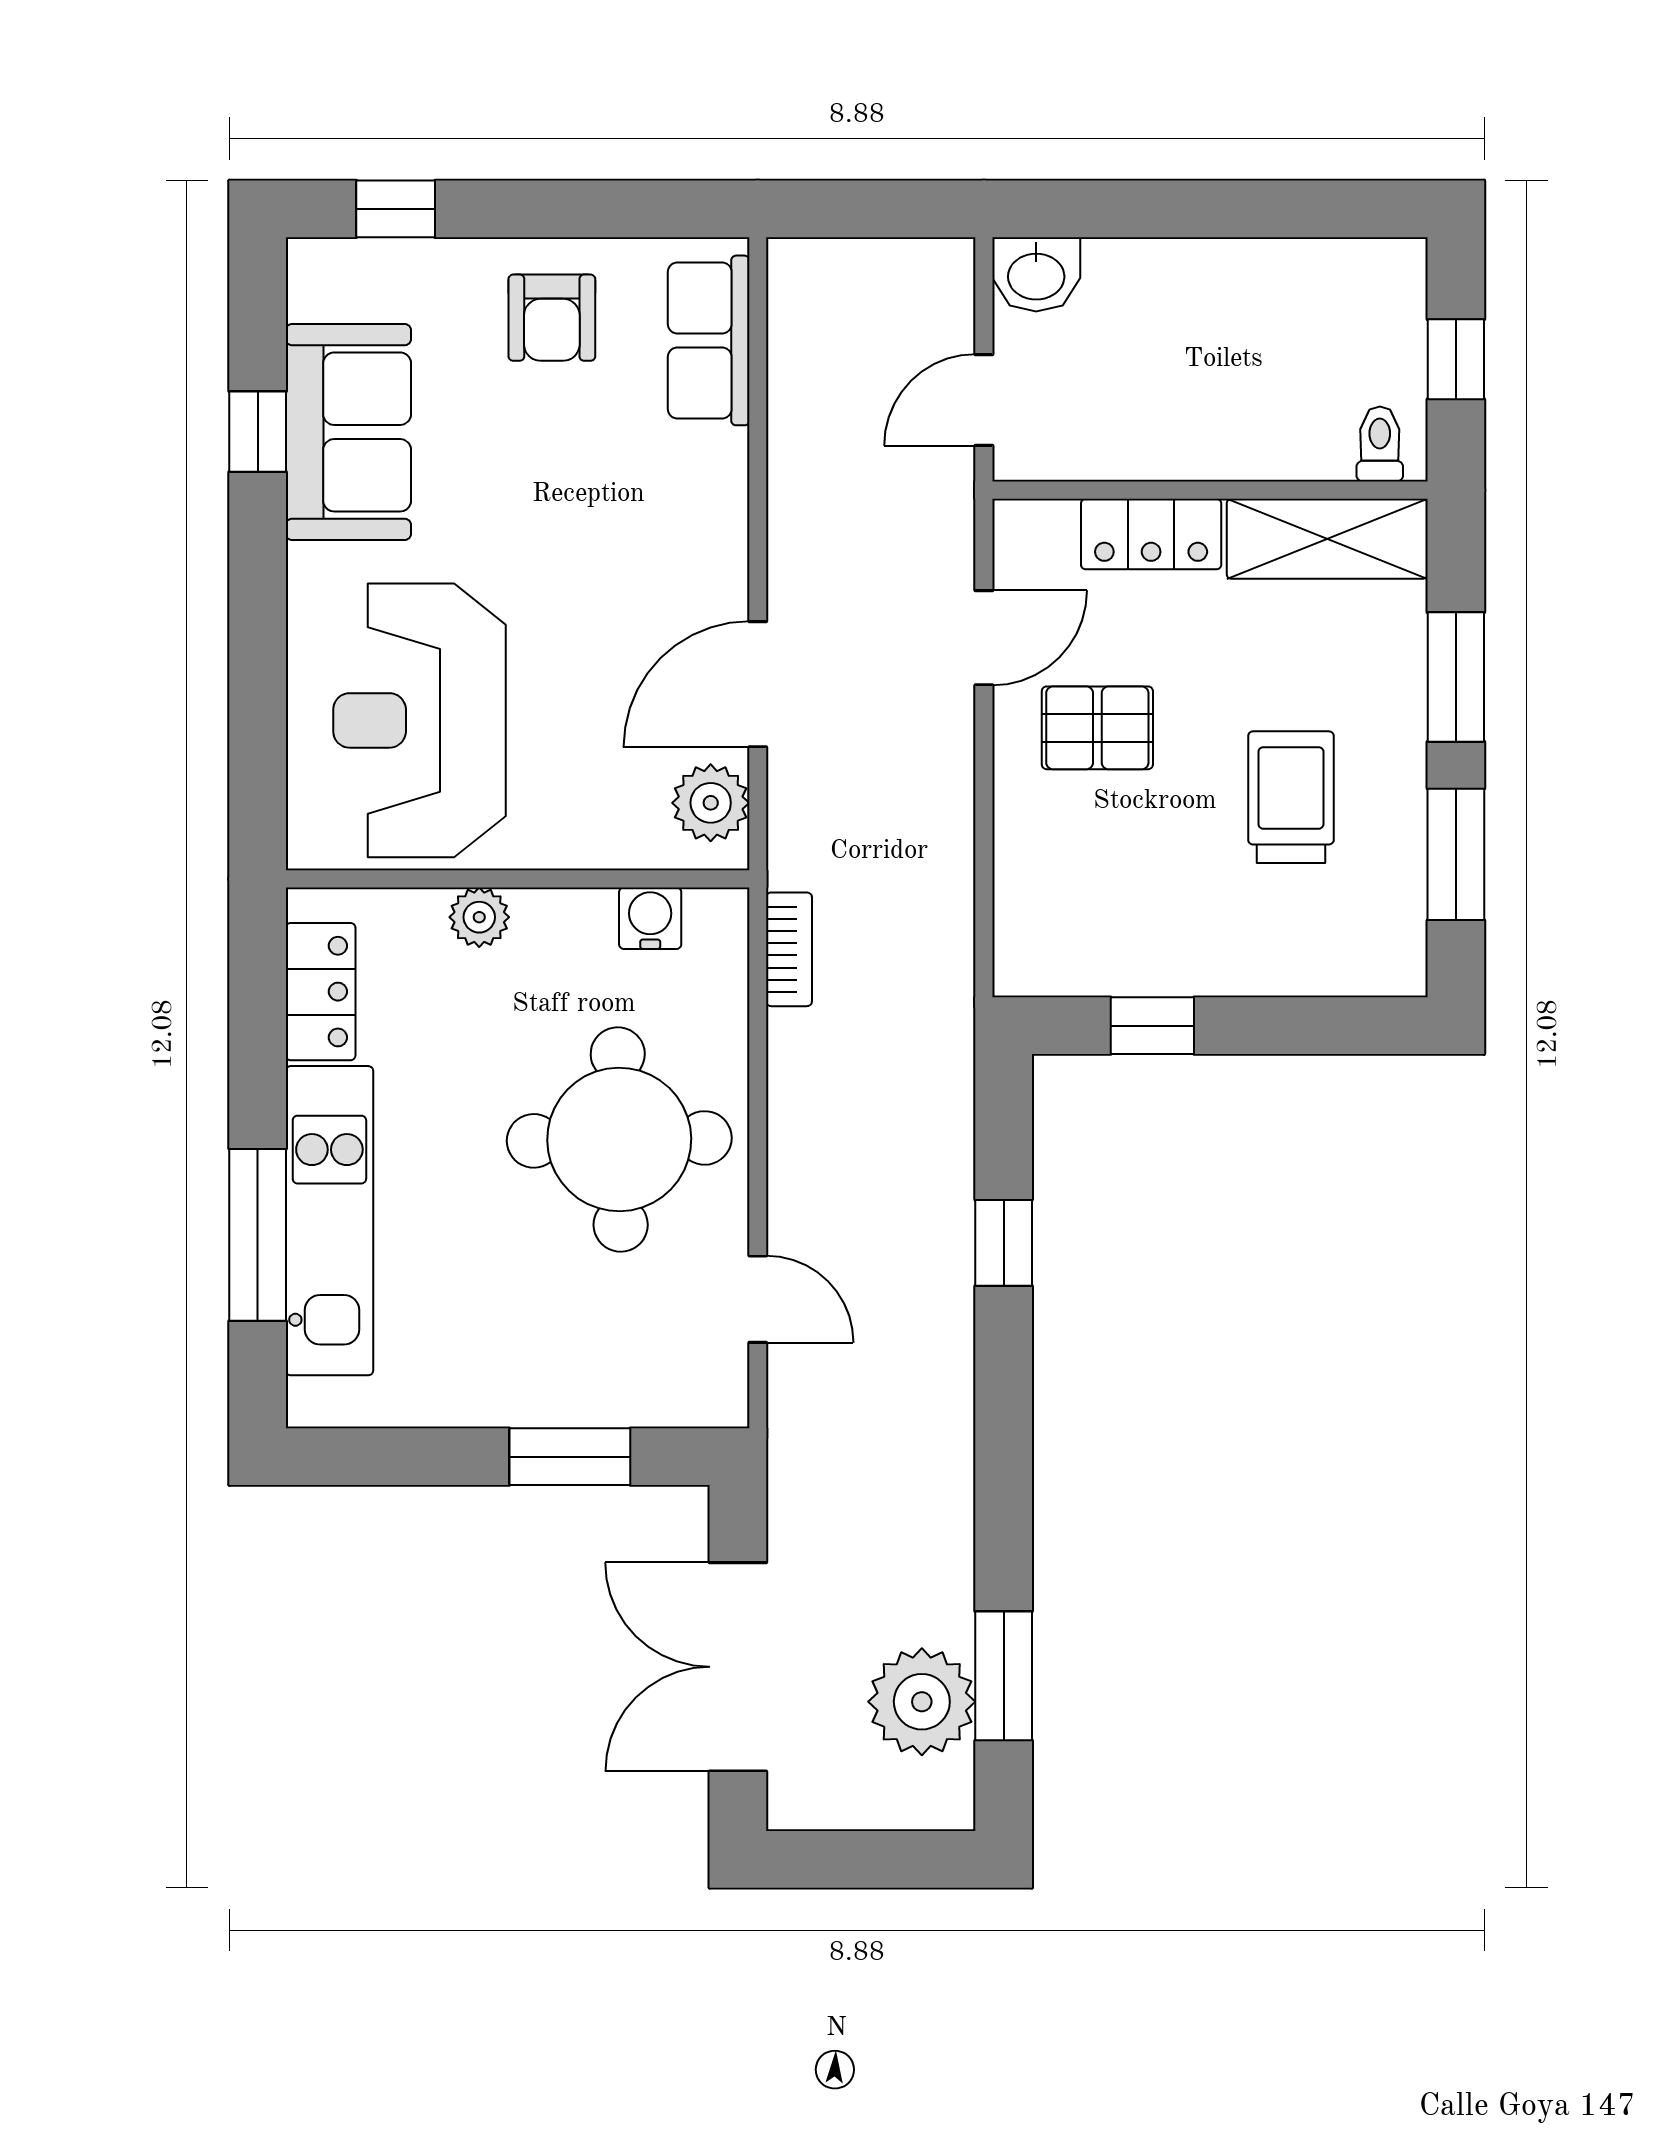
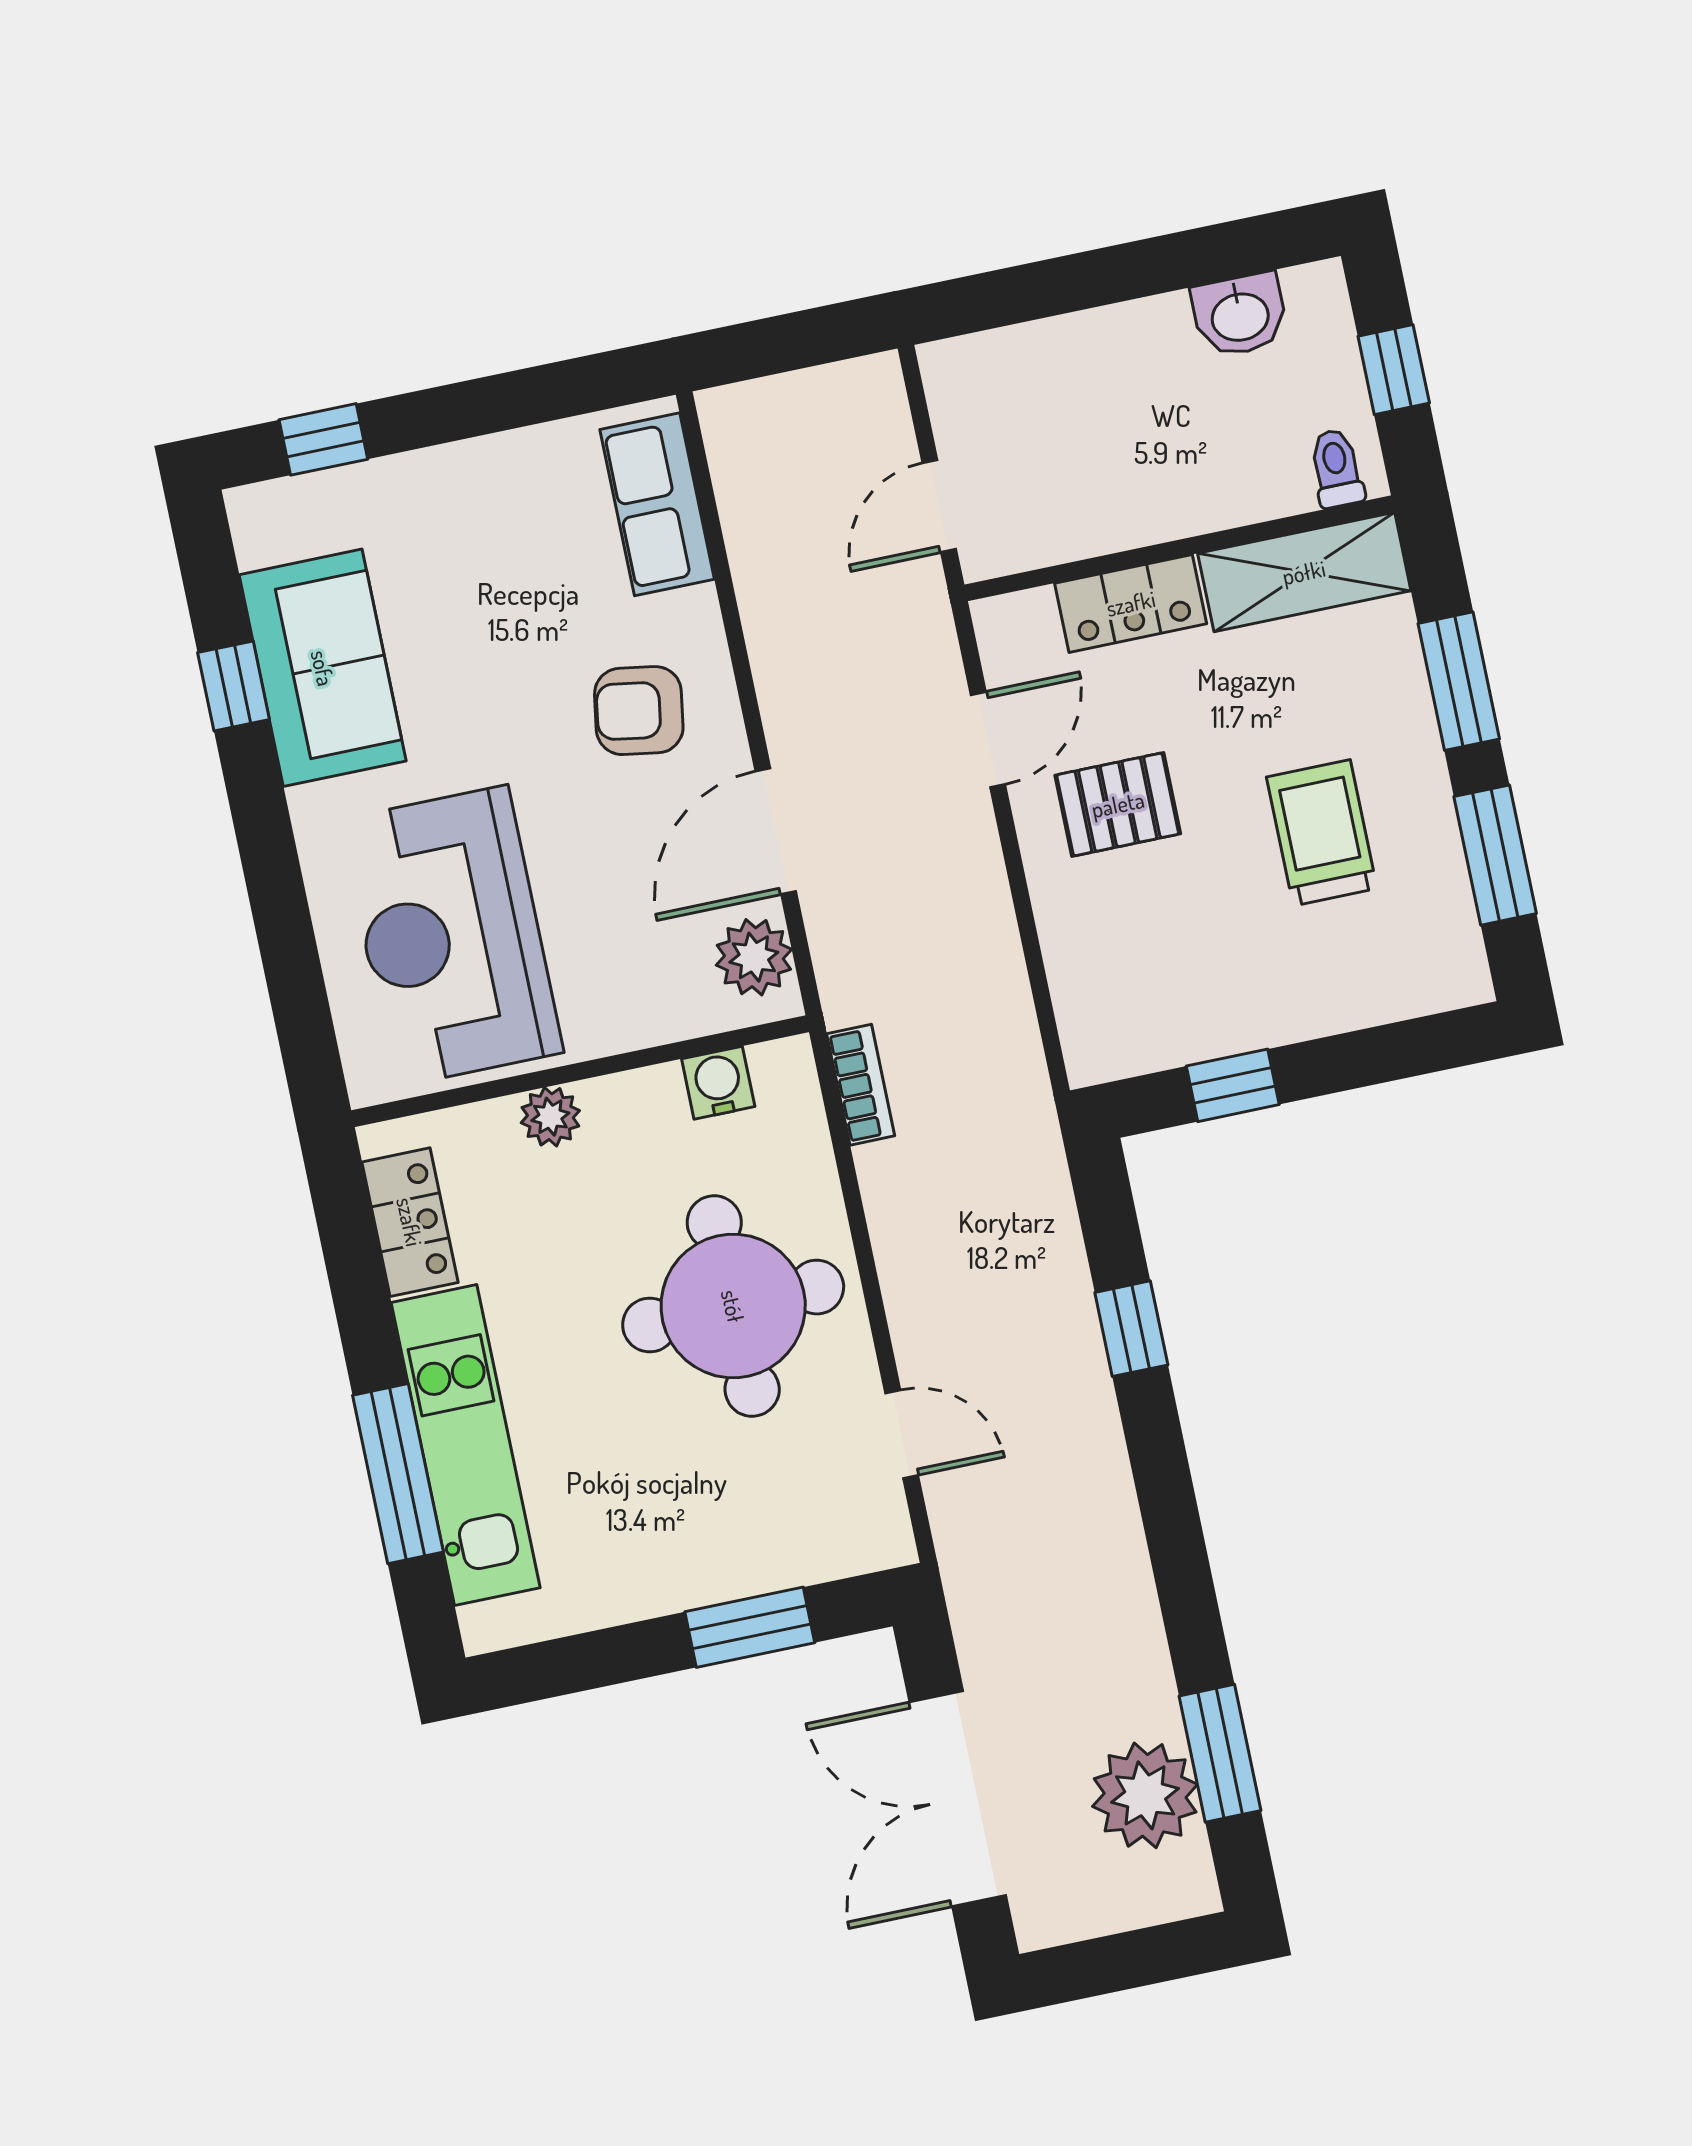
washbasin: (1036, 274) -> (1240, 315), moved
armchair: (552, 318) -> (639, 711), moved, turned 99

